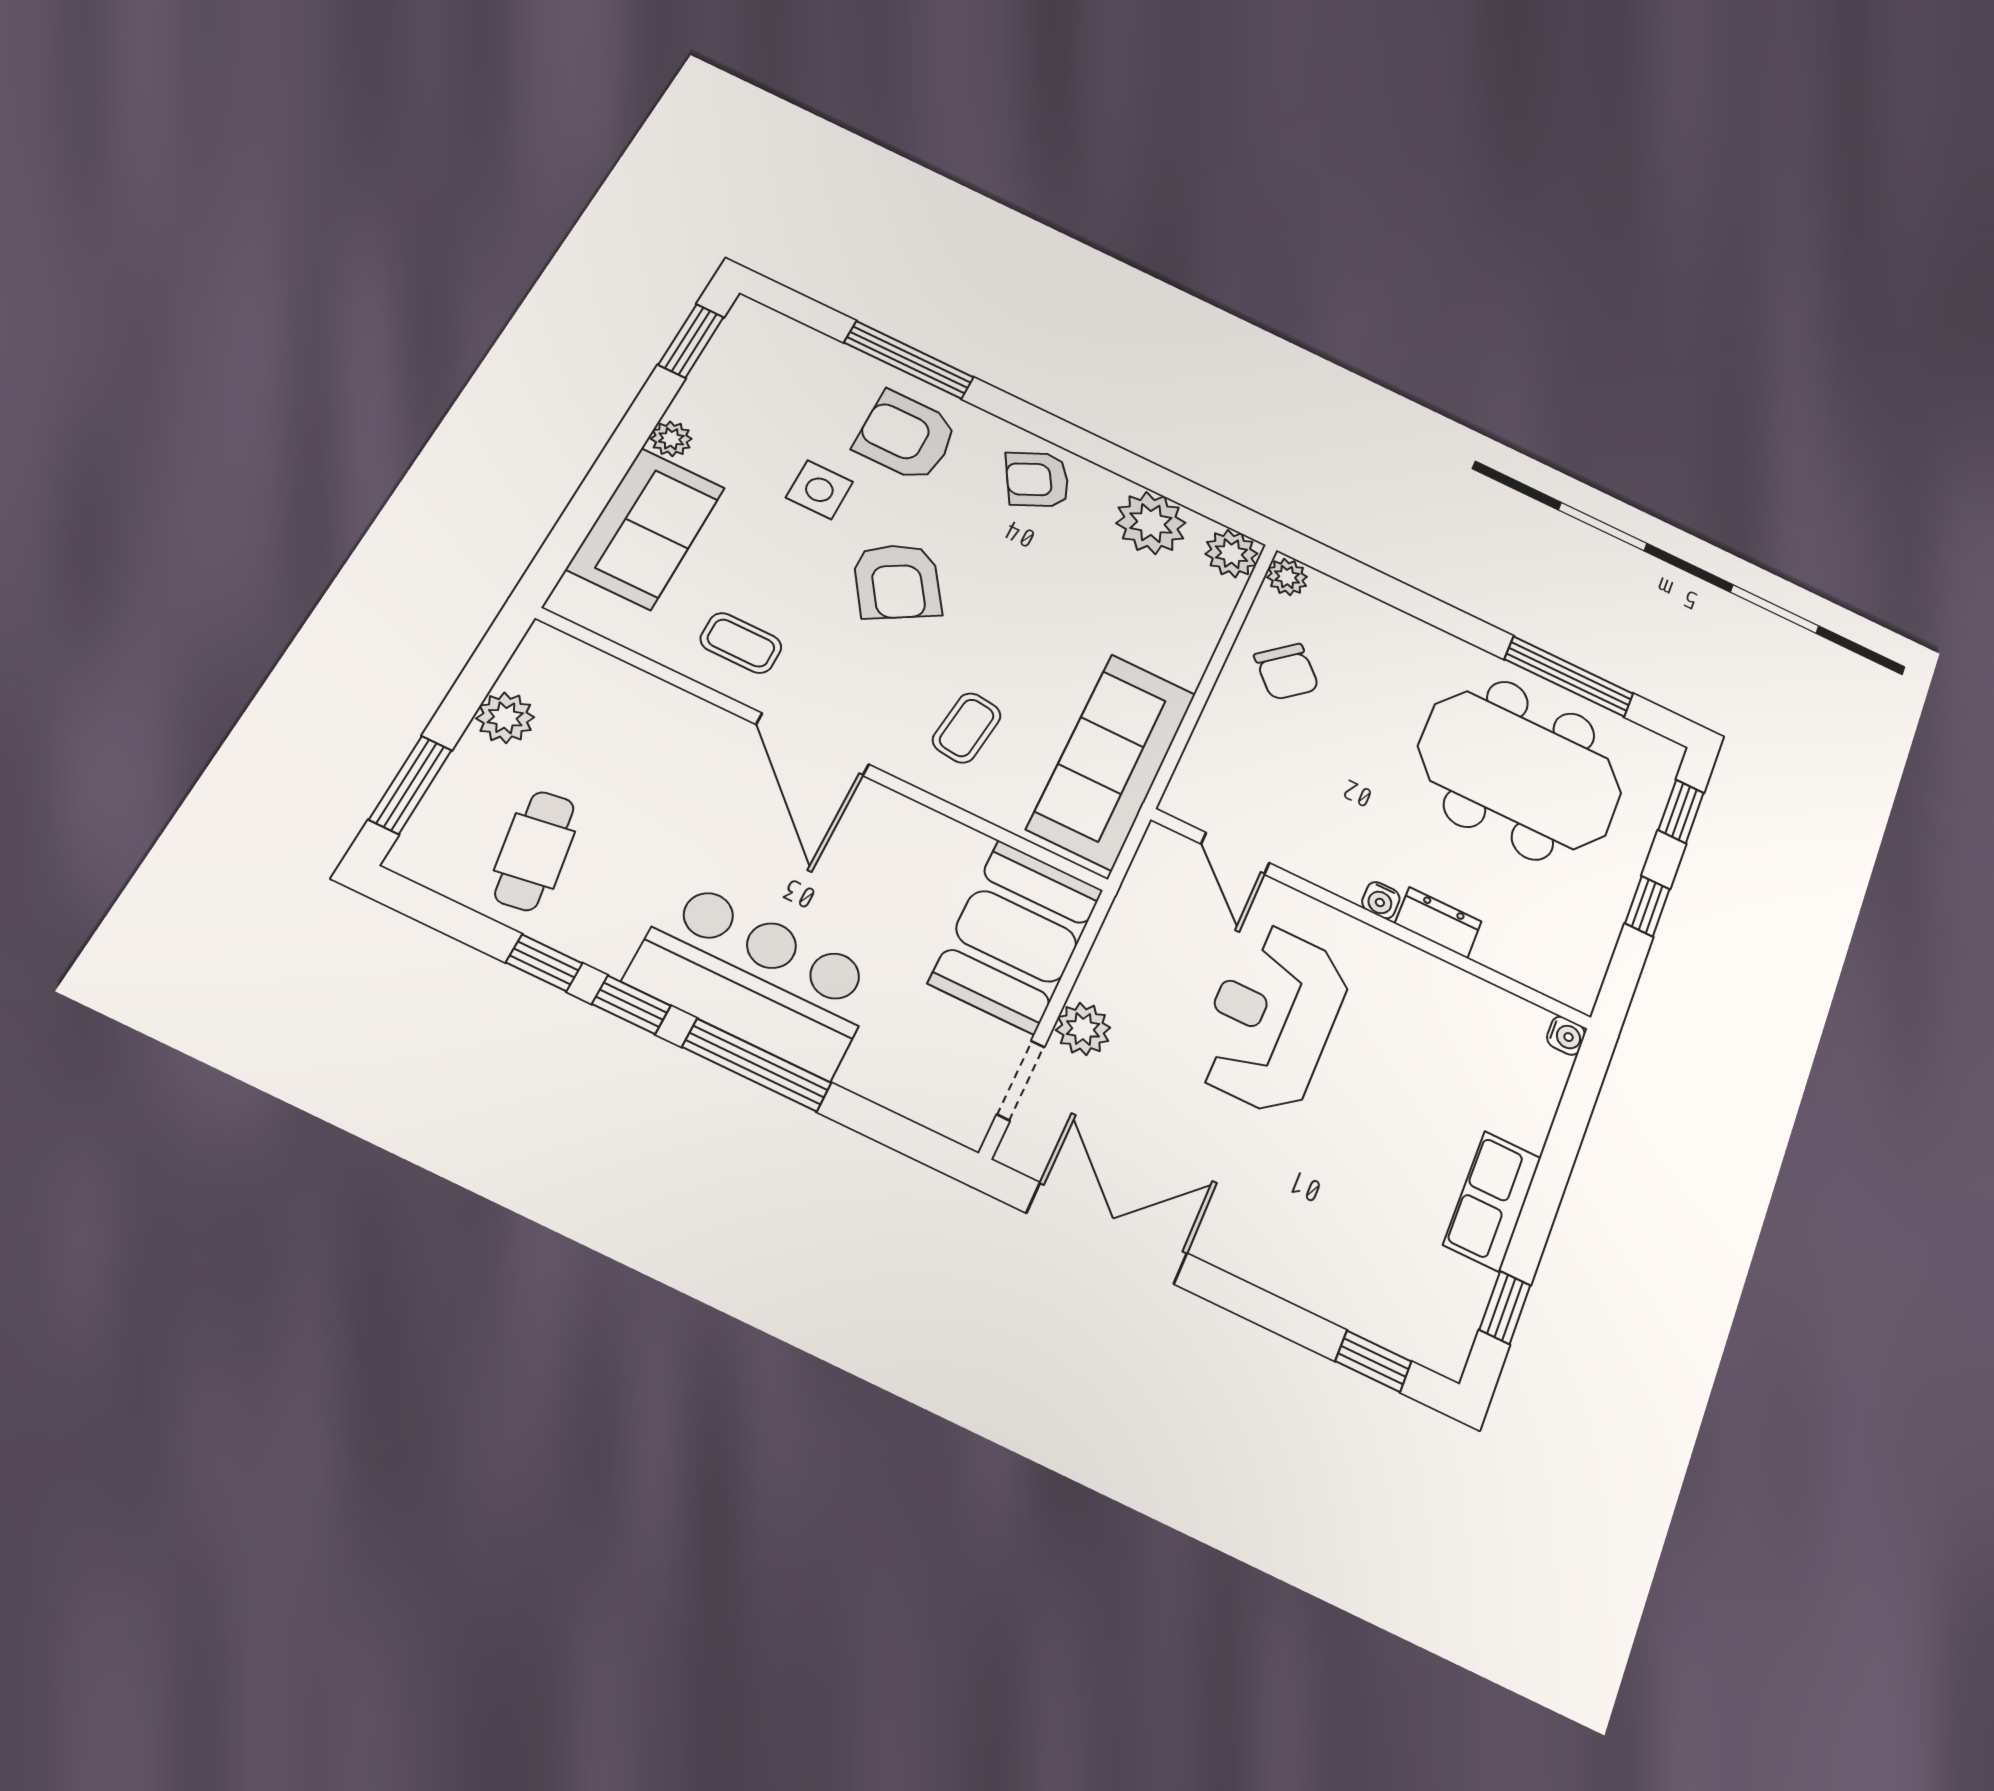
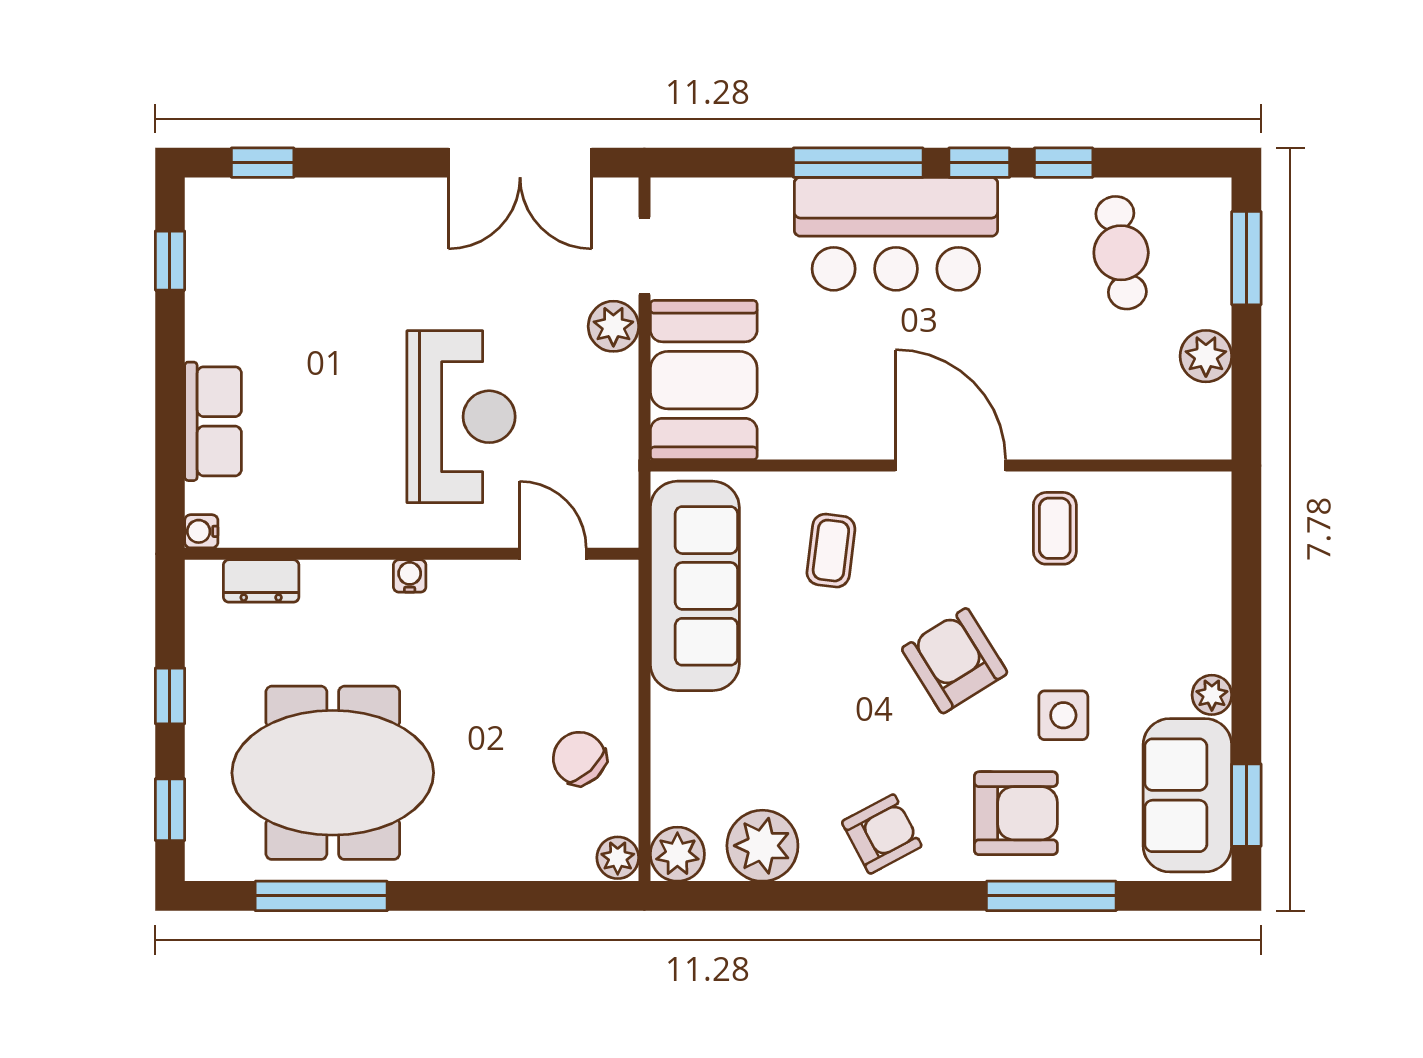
sofa: (646, 528) -> (1187, 795), moved
coffee table: (741, 643) -> (1055, 528), turned 90
dresser: (1438, 923) -> (261, 581), moved
row of seats: (1492, 1201) -> (213, 421), moved

